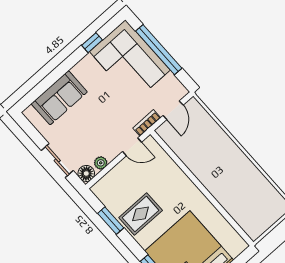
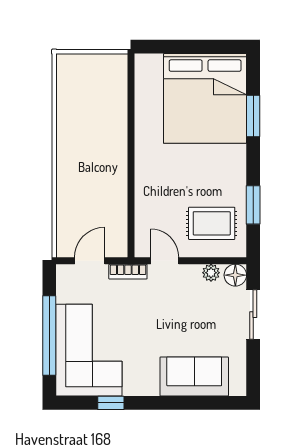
rug: (141, 214) -> (212, 223), moved

